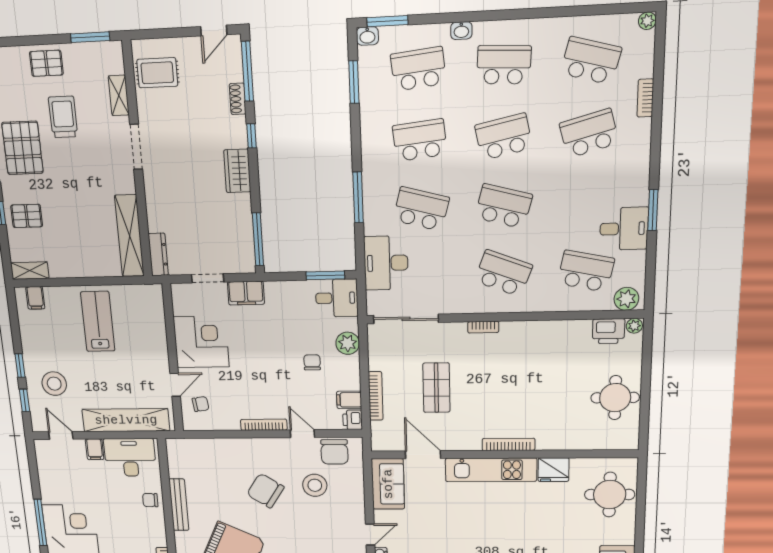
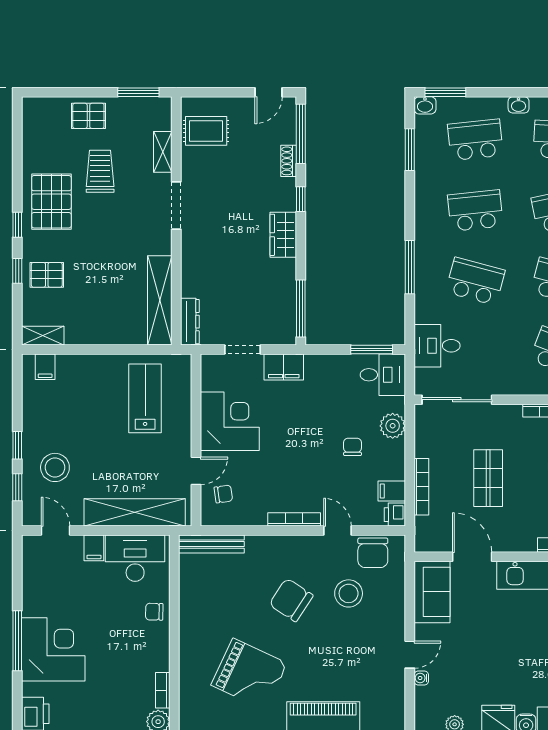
desk: (386, 263) -> (437, 346), width x0.73
lab bench: (98, 321) -> (145, 398), moved
bench: (179, 505) -> (211, 544), moved, turned 90

